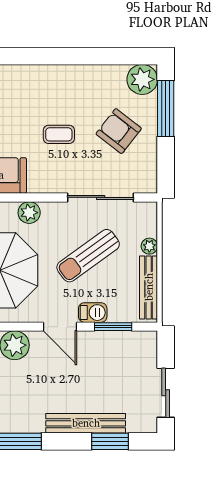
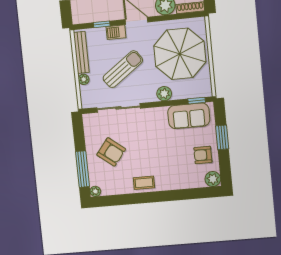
plant: (142, 79) -> (95, 191), width x0.53, depth x0.53
coffee table: (59, 134) -> (144, 183), moved
window: (113, 327) -> (102, 24), width x0.67

